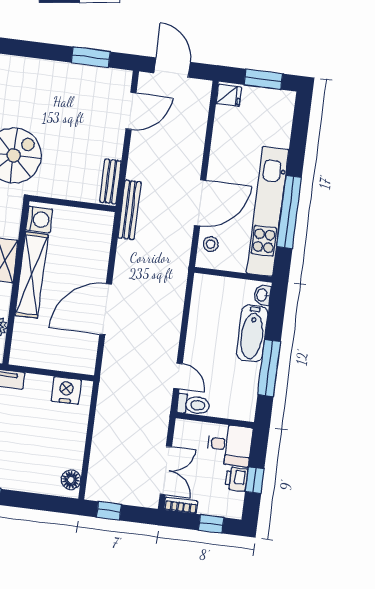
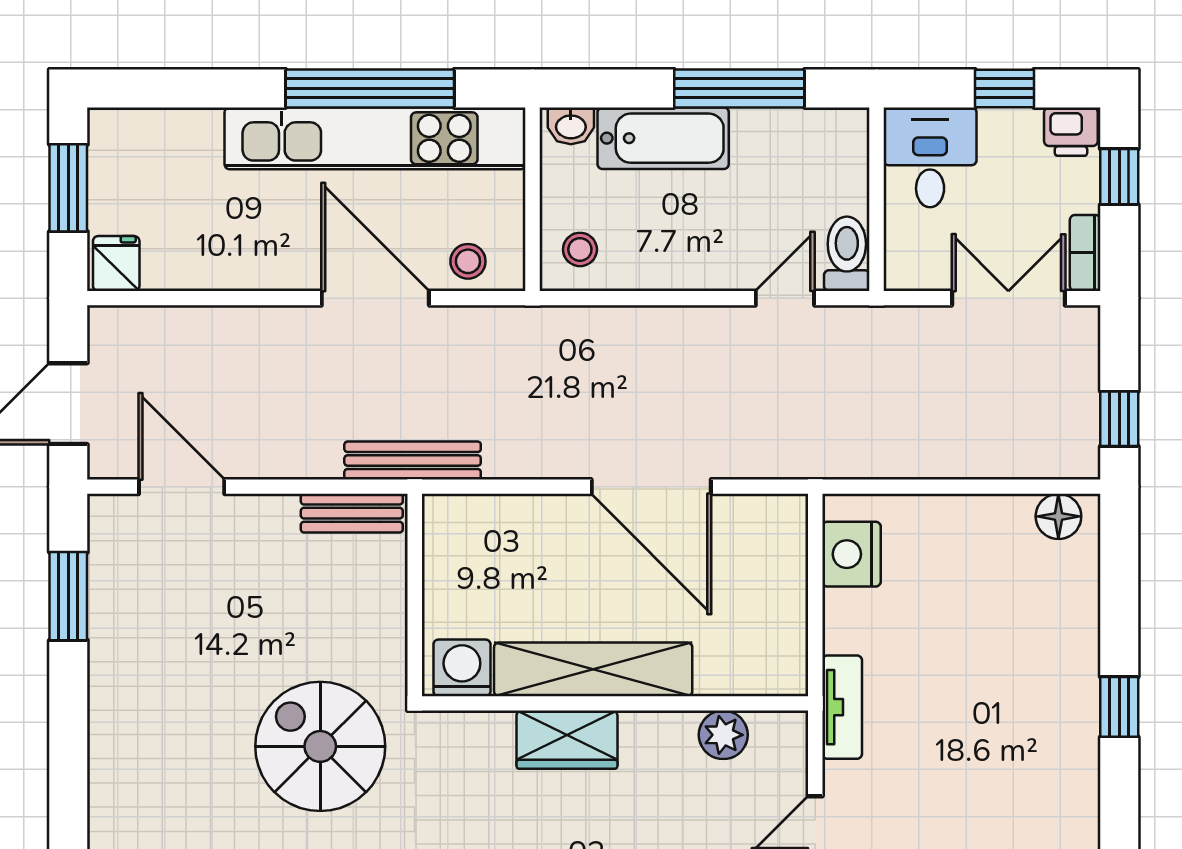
stool: (210, 292) -> (580, 249), added
printer: (236, 479) -> (1071, 132), moved

